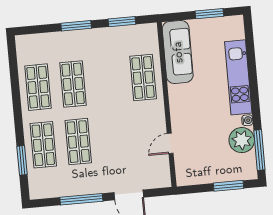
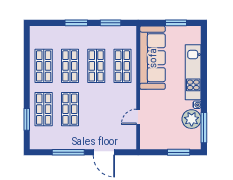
sofa: (178, 52) -> (153, 58), width x1.36, depth x1.27
shop shelf: (108, 81) -> (96, 66), added

